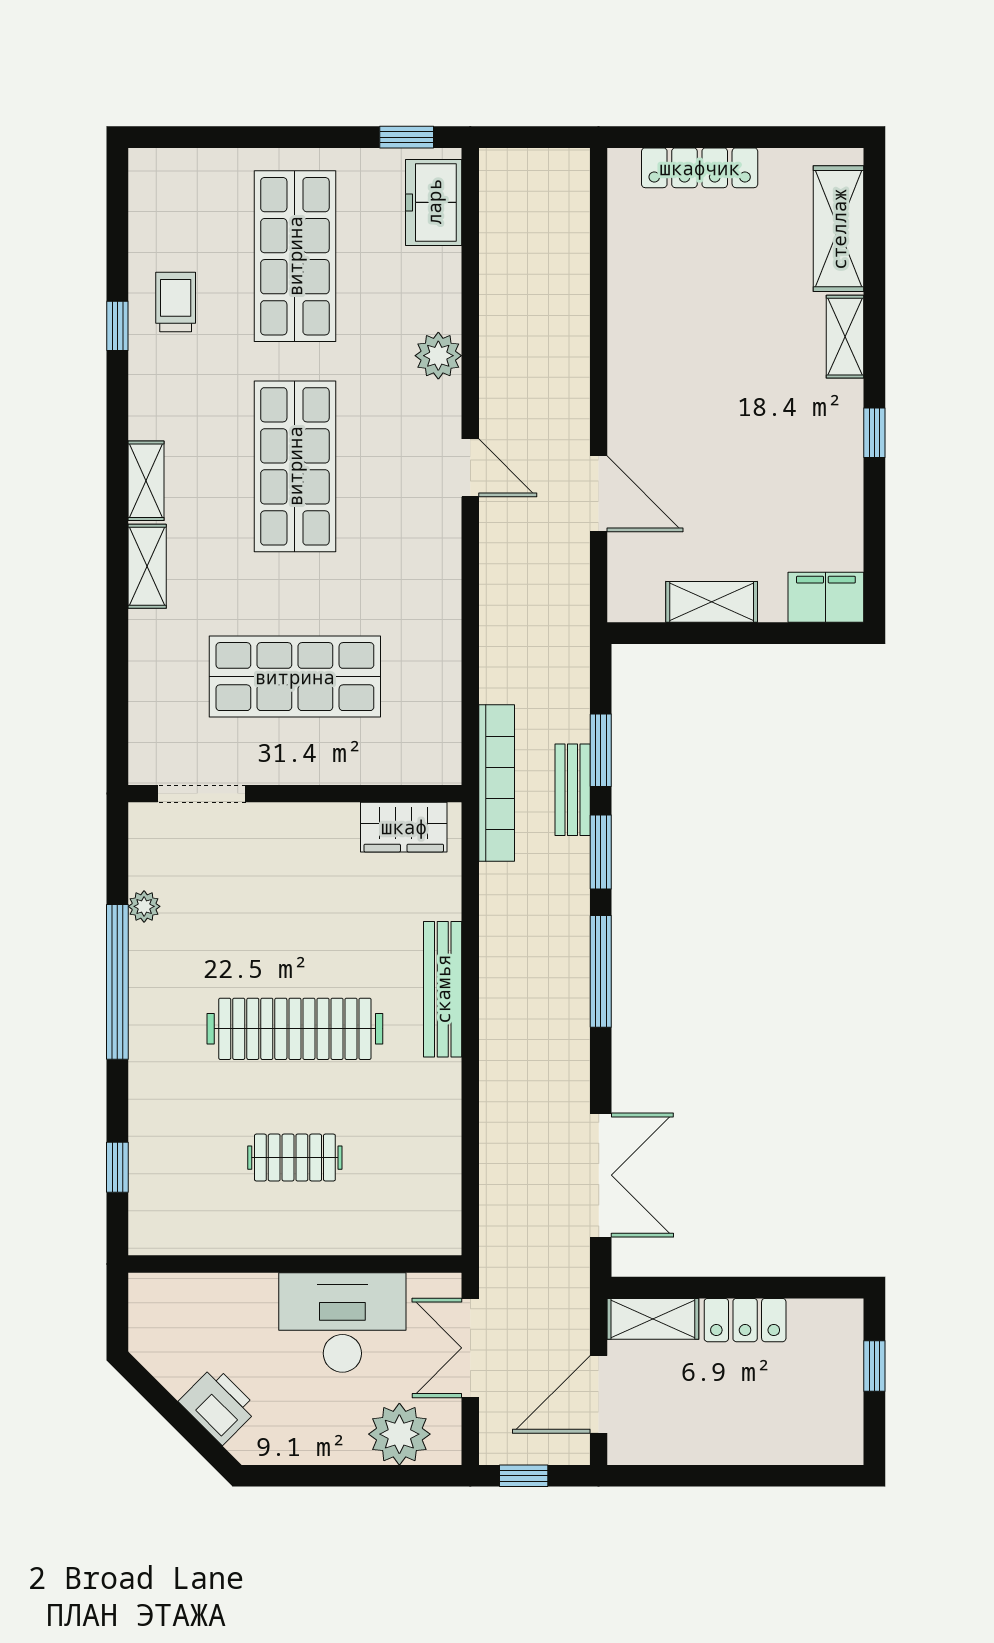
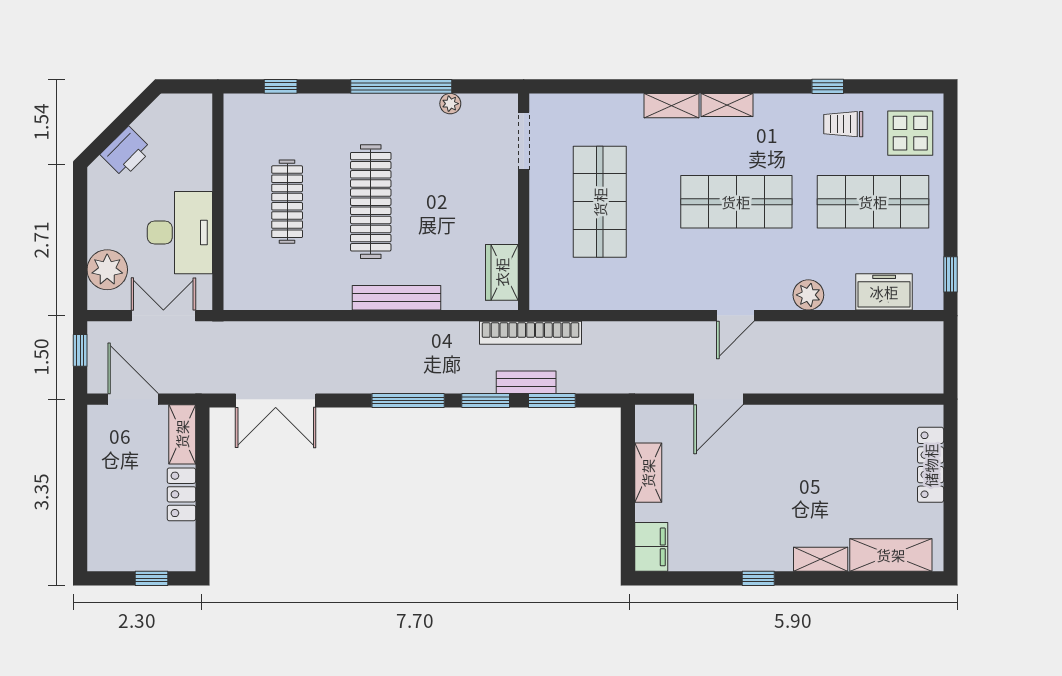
display table: (189, 199) -> (910, 133), added
freezer: (434, 202) -> (884, 292), moved
trolley: (176, 302) -> (843, 124), turned 180
clothes rail: (295, 1158) -> (287, 202), width x1.36

